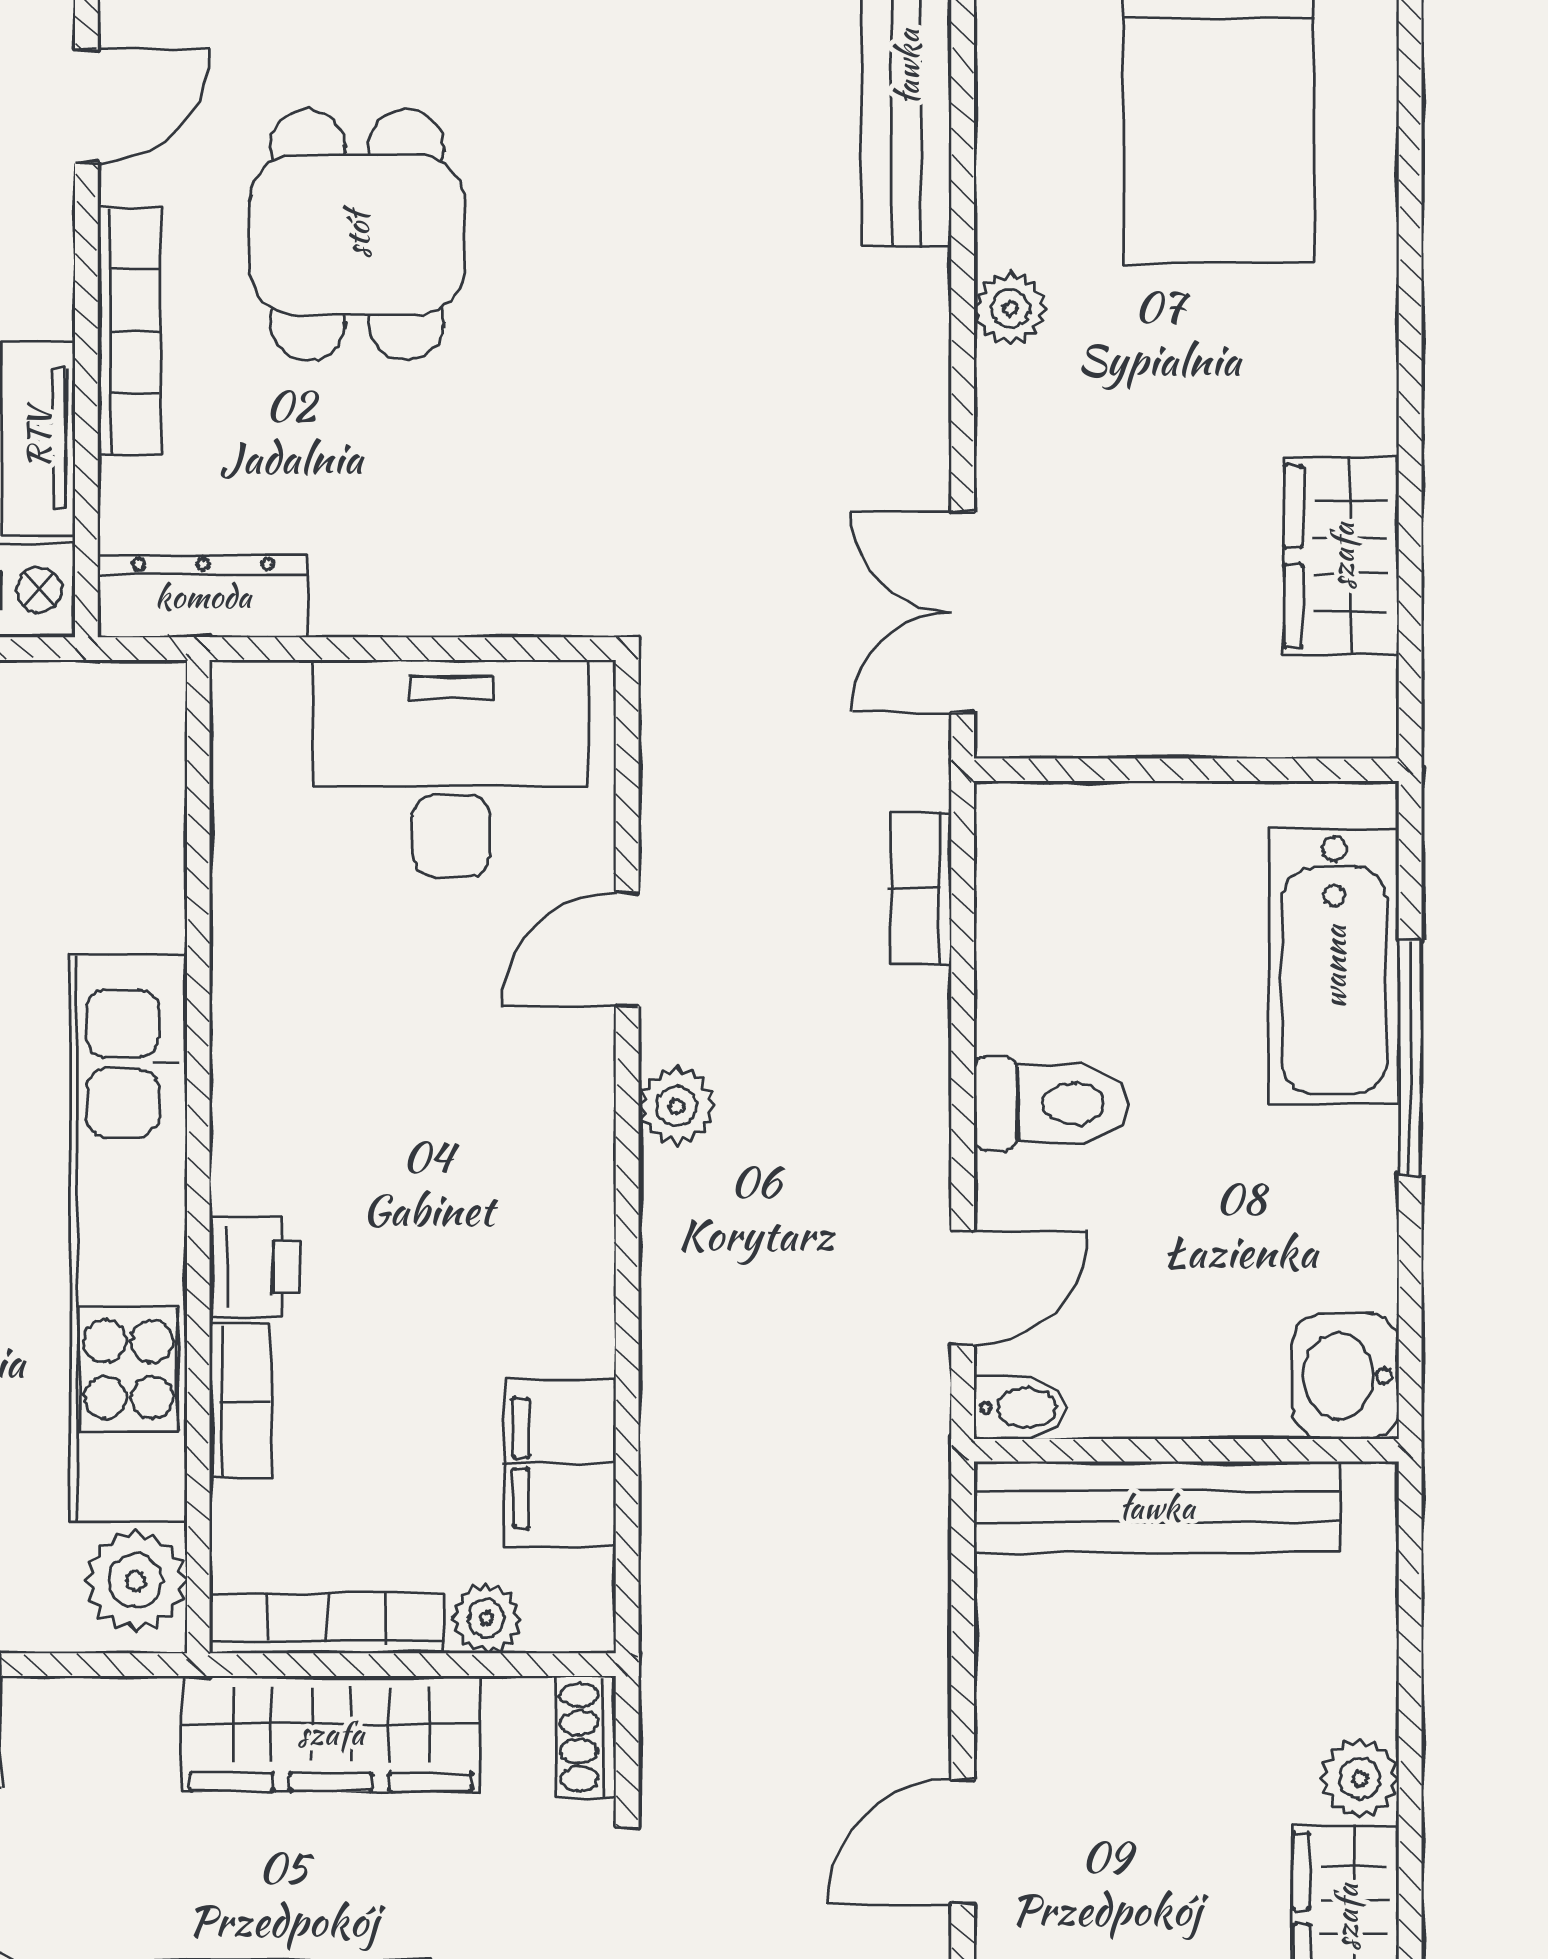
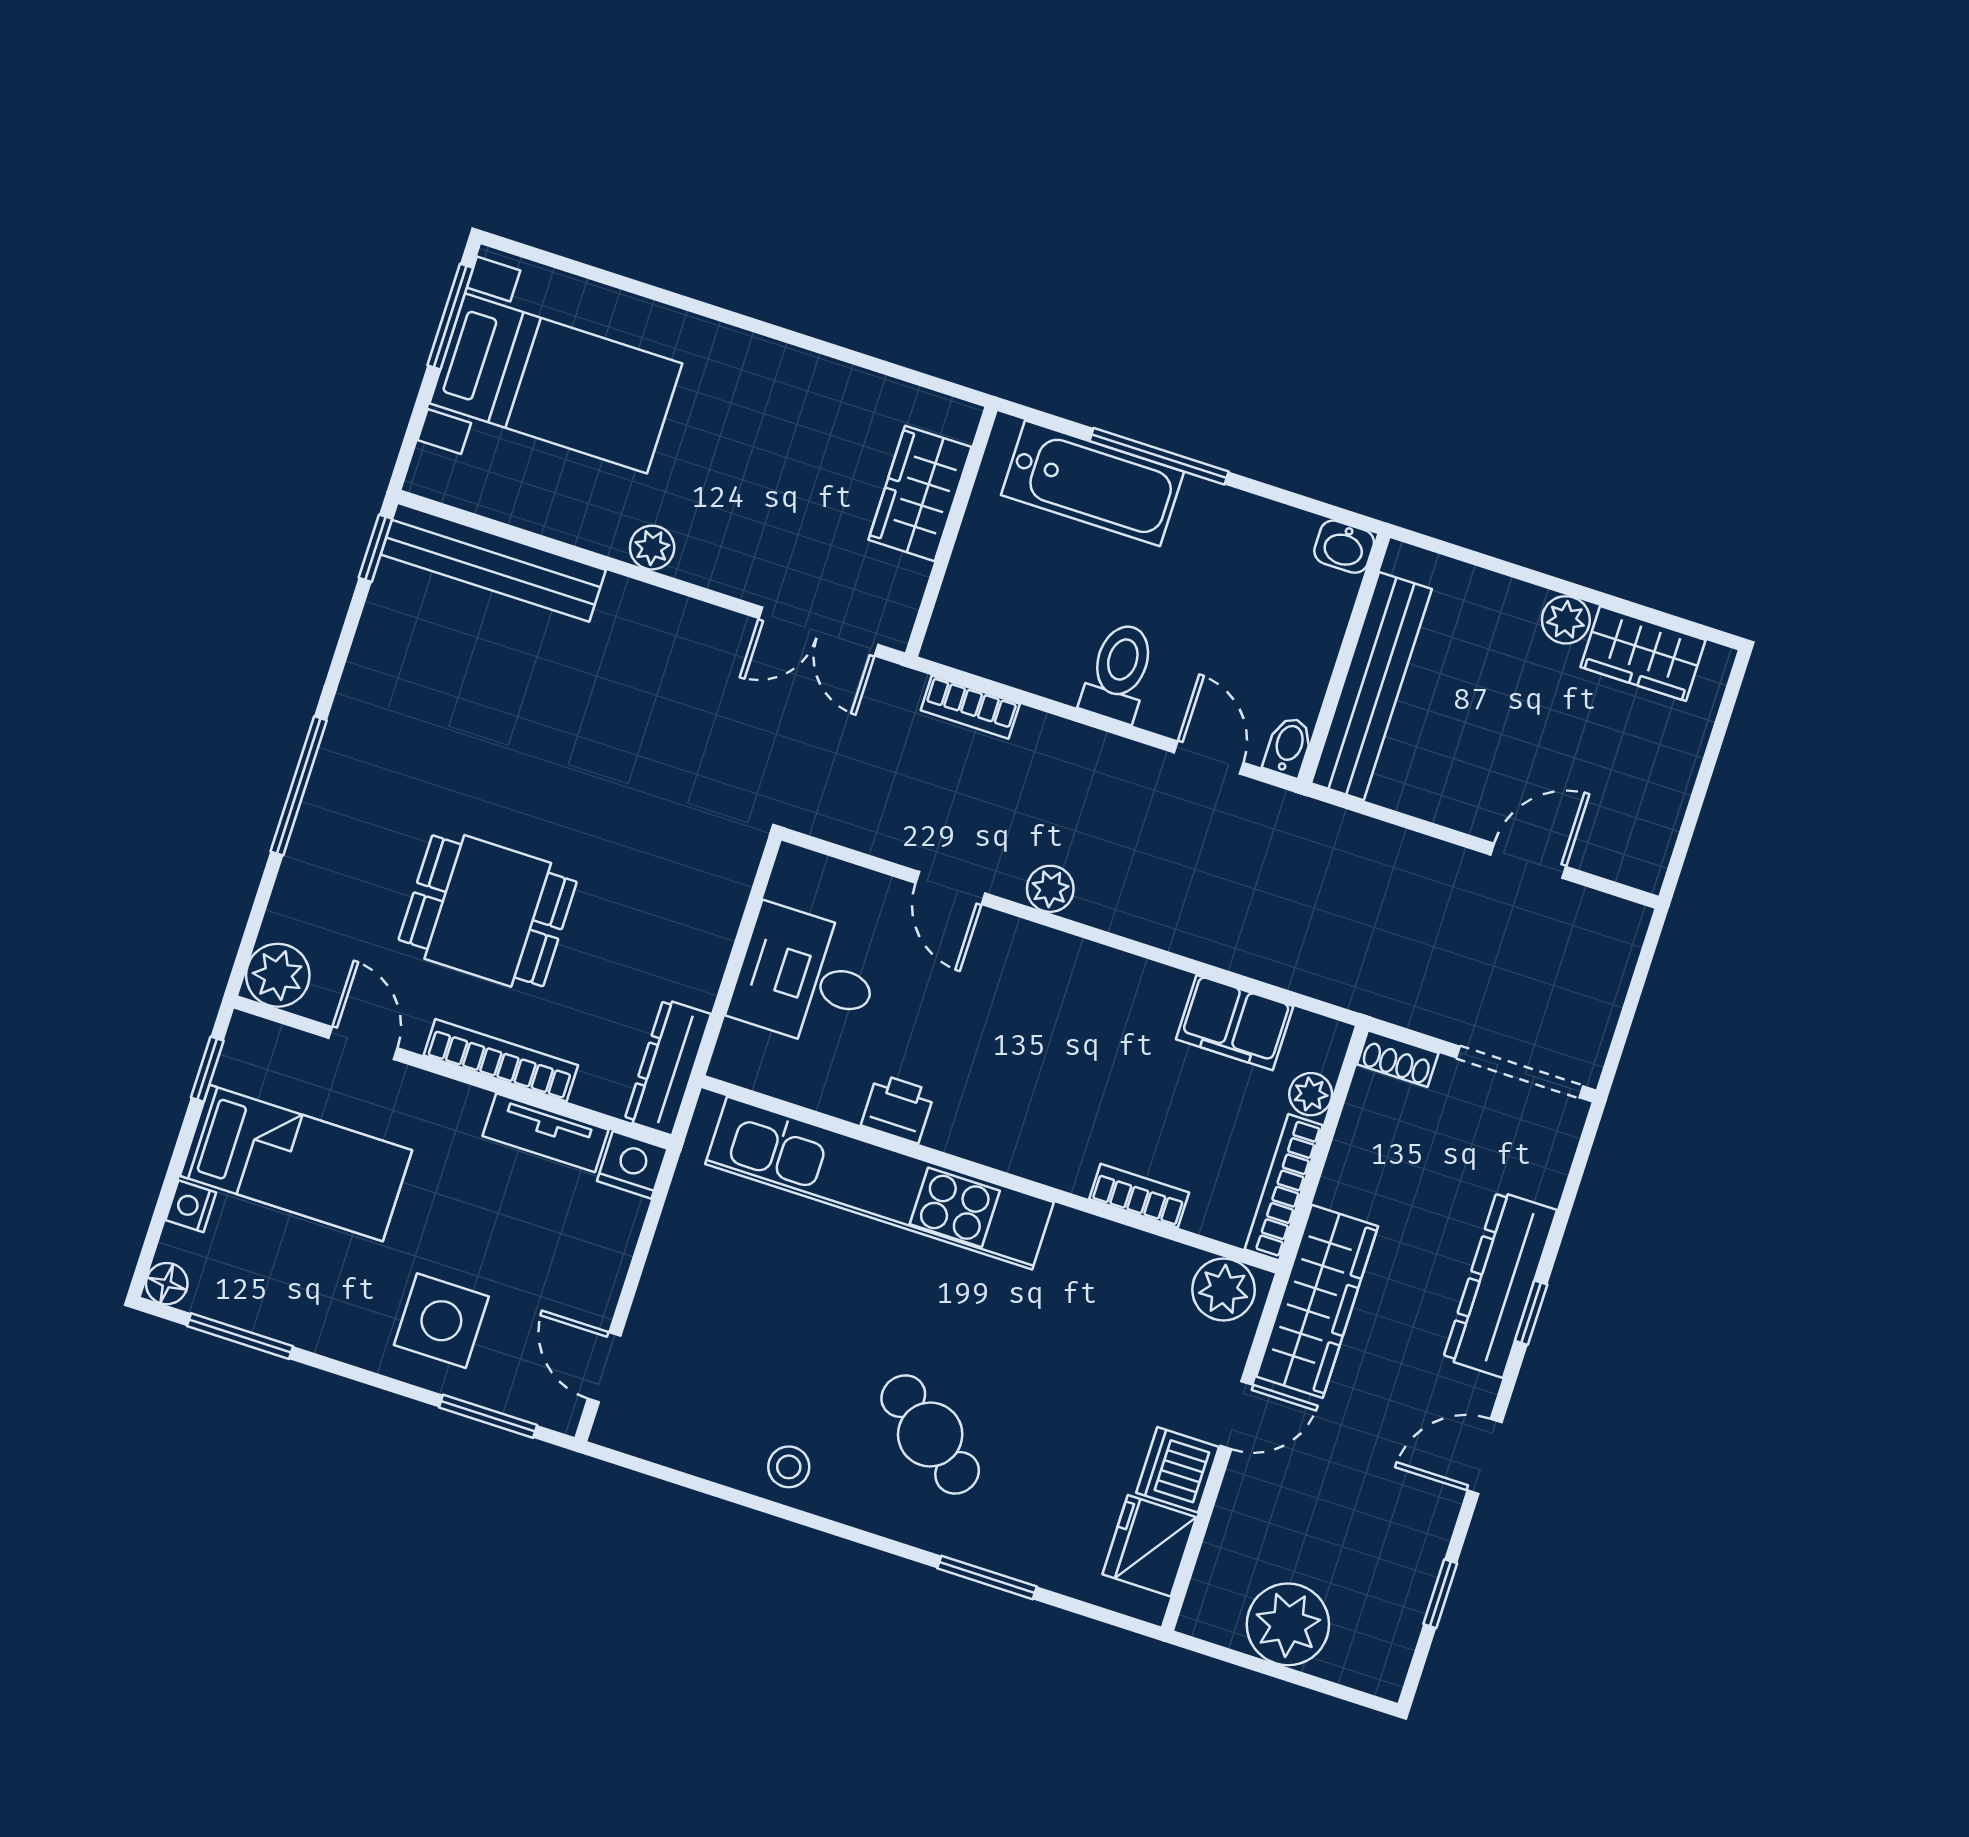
wardrobe: (1342, 556) -> (920, 493), moved, turned 90
desk: (451, 768) -> (806, 978), width x0.73
kitchen unit: (129, 1239) -> (880, 1183), moved
printer: (255, 1267) -> (898, 1108), moved
washbasin: (1346, 1376) -> (1344, 547), width x0.72, depth x0.69
wardrobe: (331, 1733) -> (1317, 1301), moved
door: (963, 1842) -> (1528, 861), swing flipped

